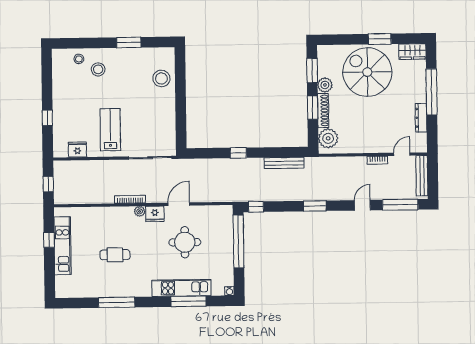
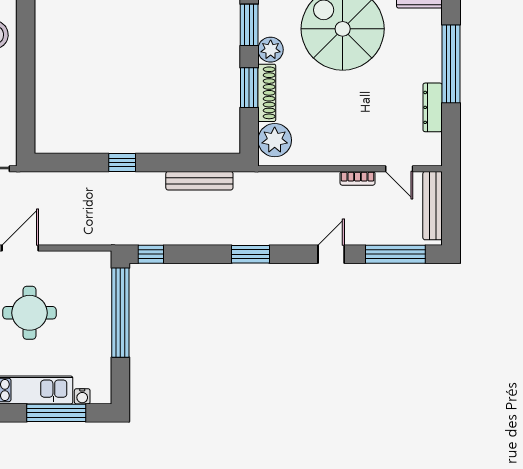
door: (402, 154) -> (399, 169), swing flipped
water cooler: (229, 291) -> (82, 396), moved
window: (189, 301) -> (56, 413), moved

